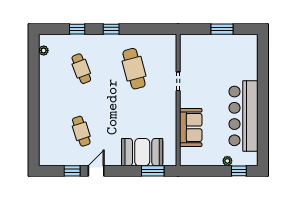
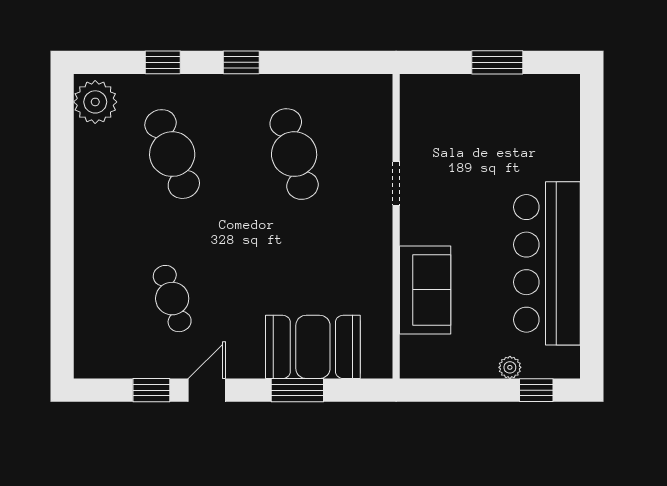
plant: (44, 50) -> (95, 102), width x1.88, depth x1.88
cafe table: (81, 69) -> (172, 154), width x1.37, depth x1.35
window: (153, 171) -> (297, 390), moved

